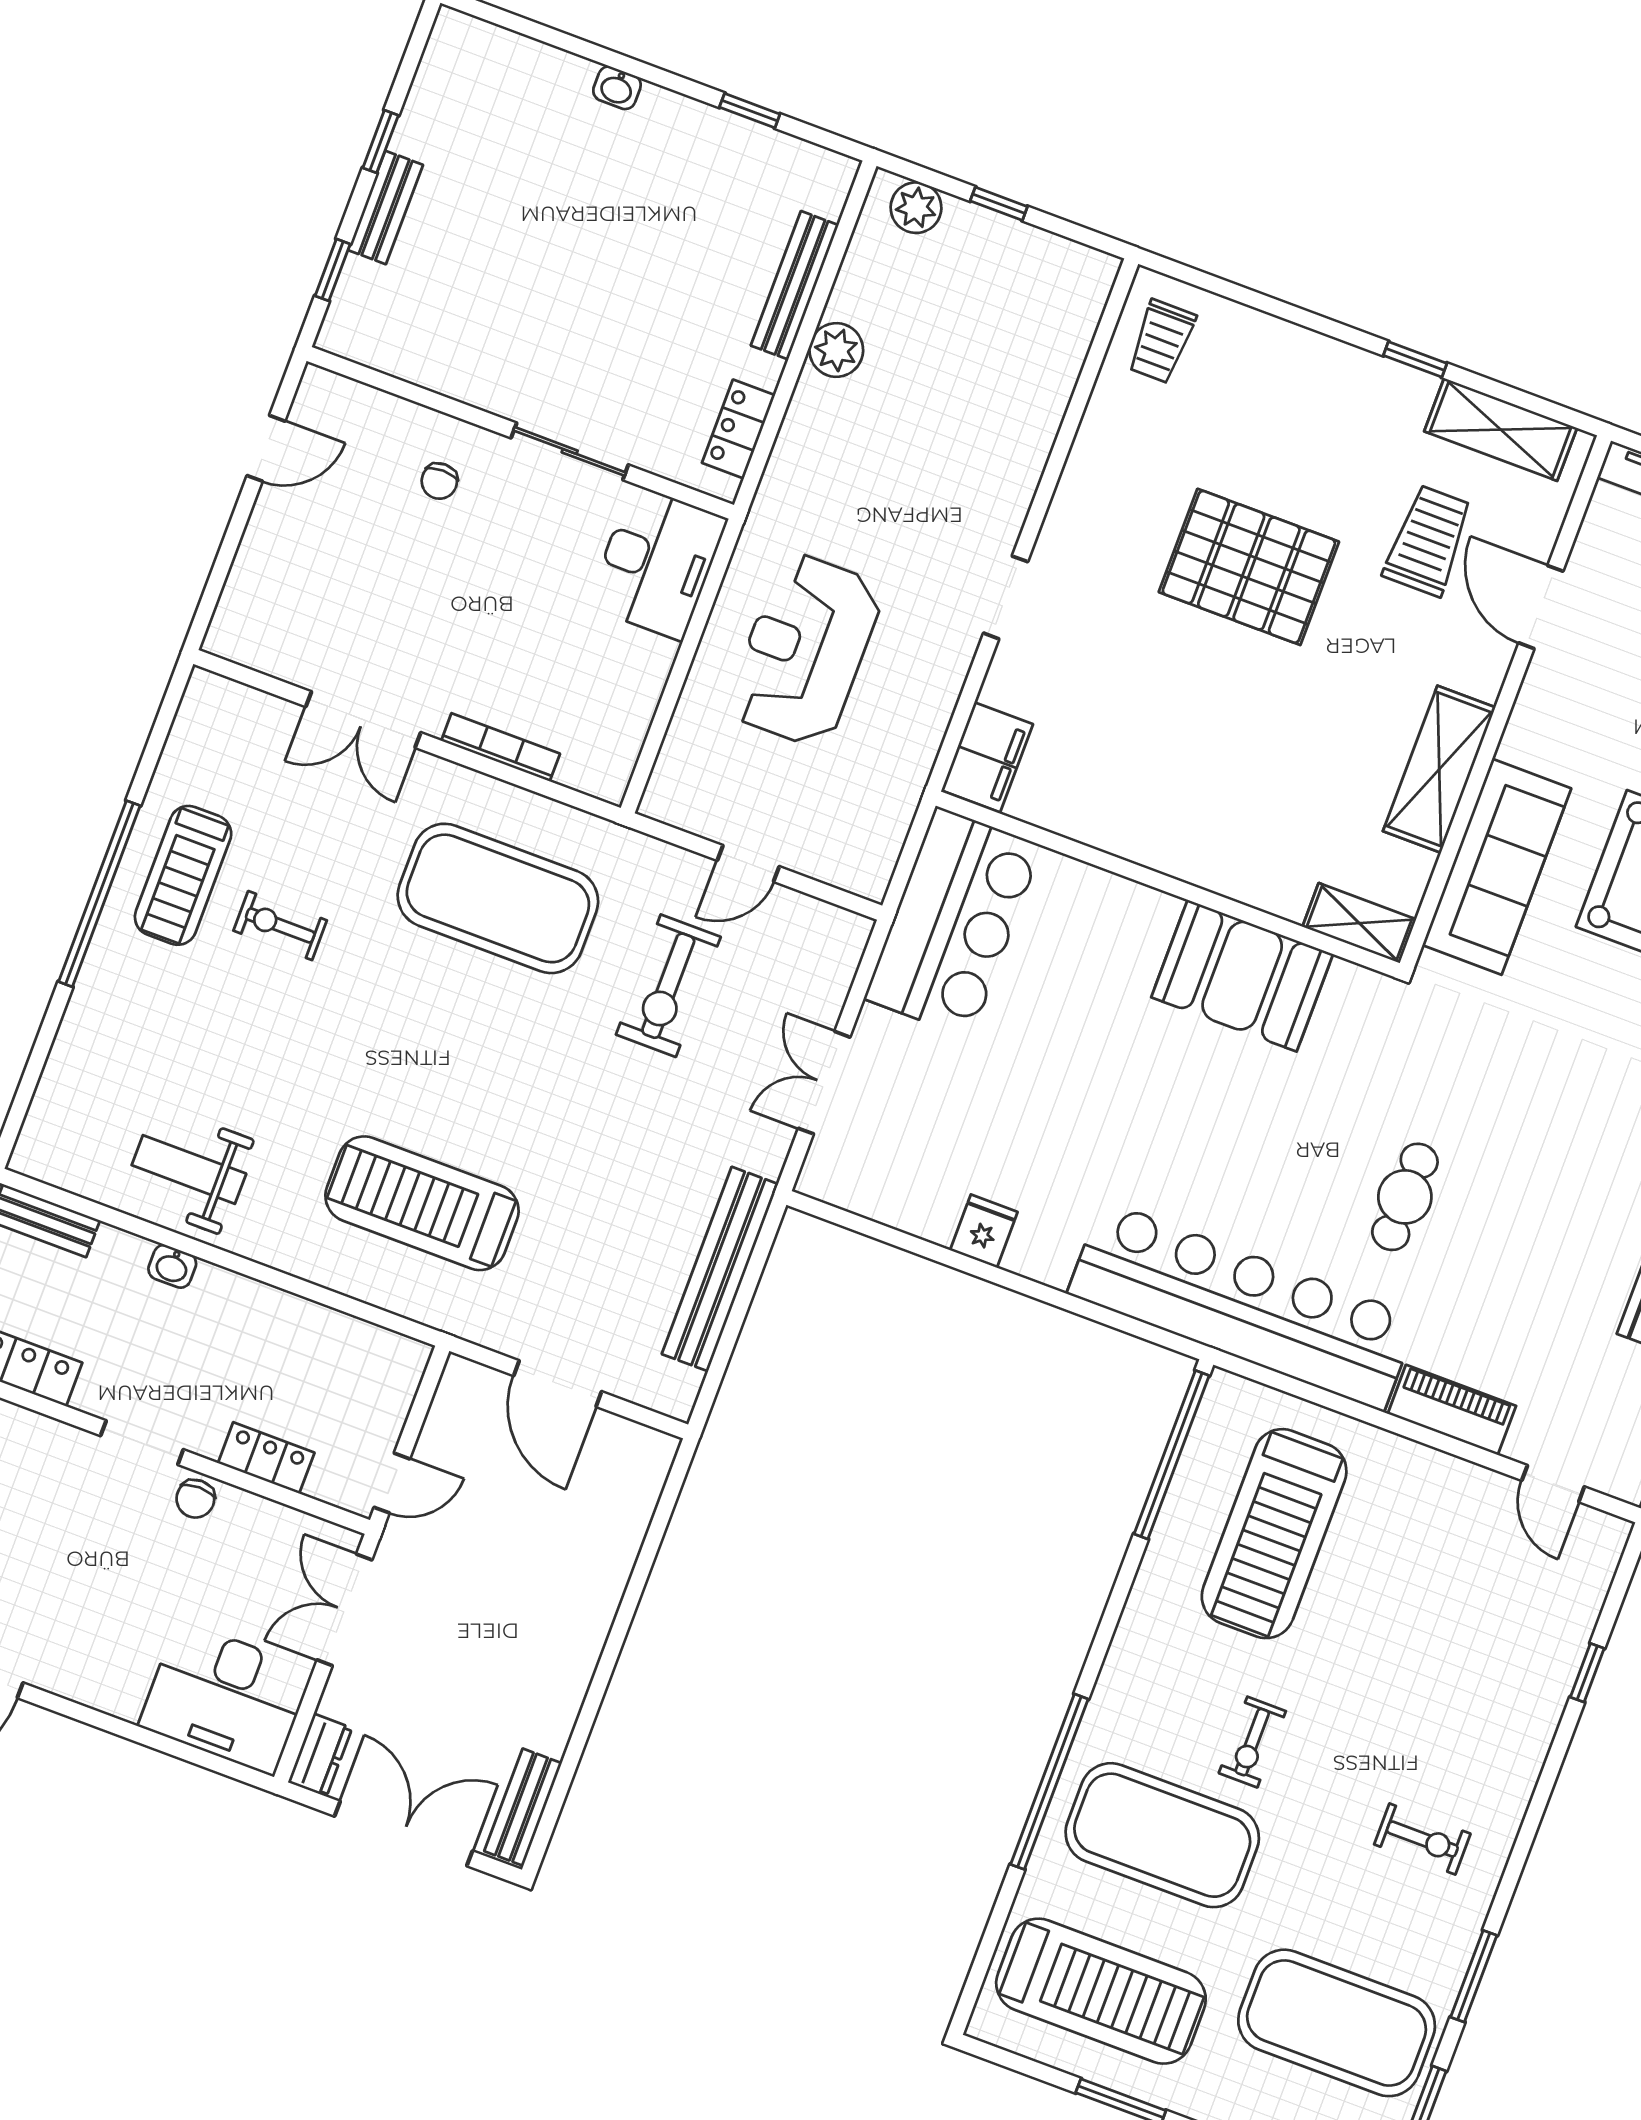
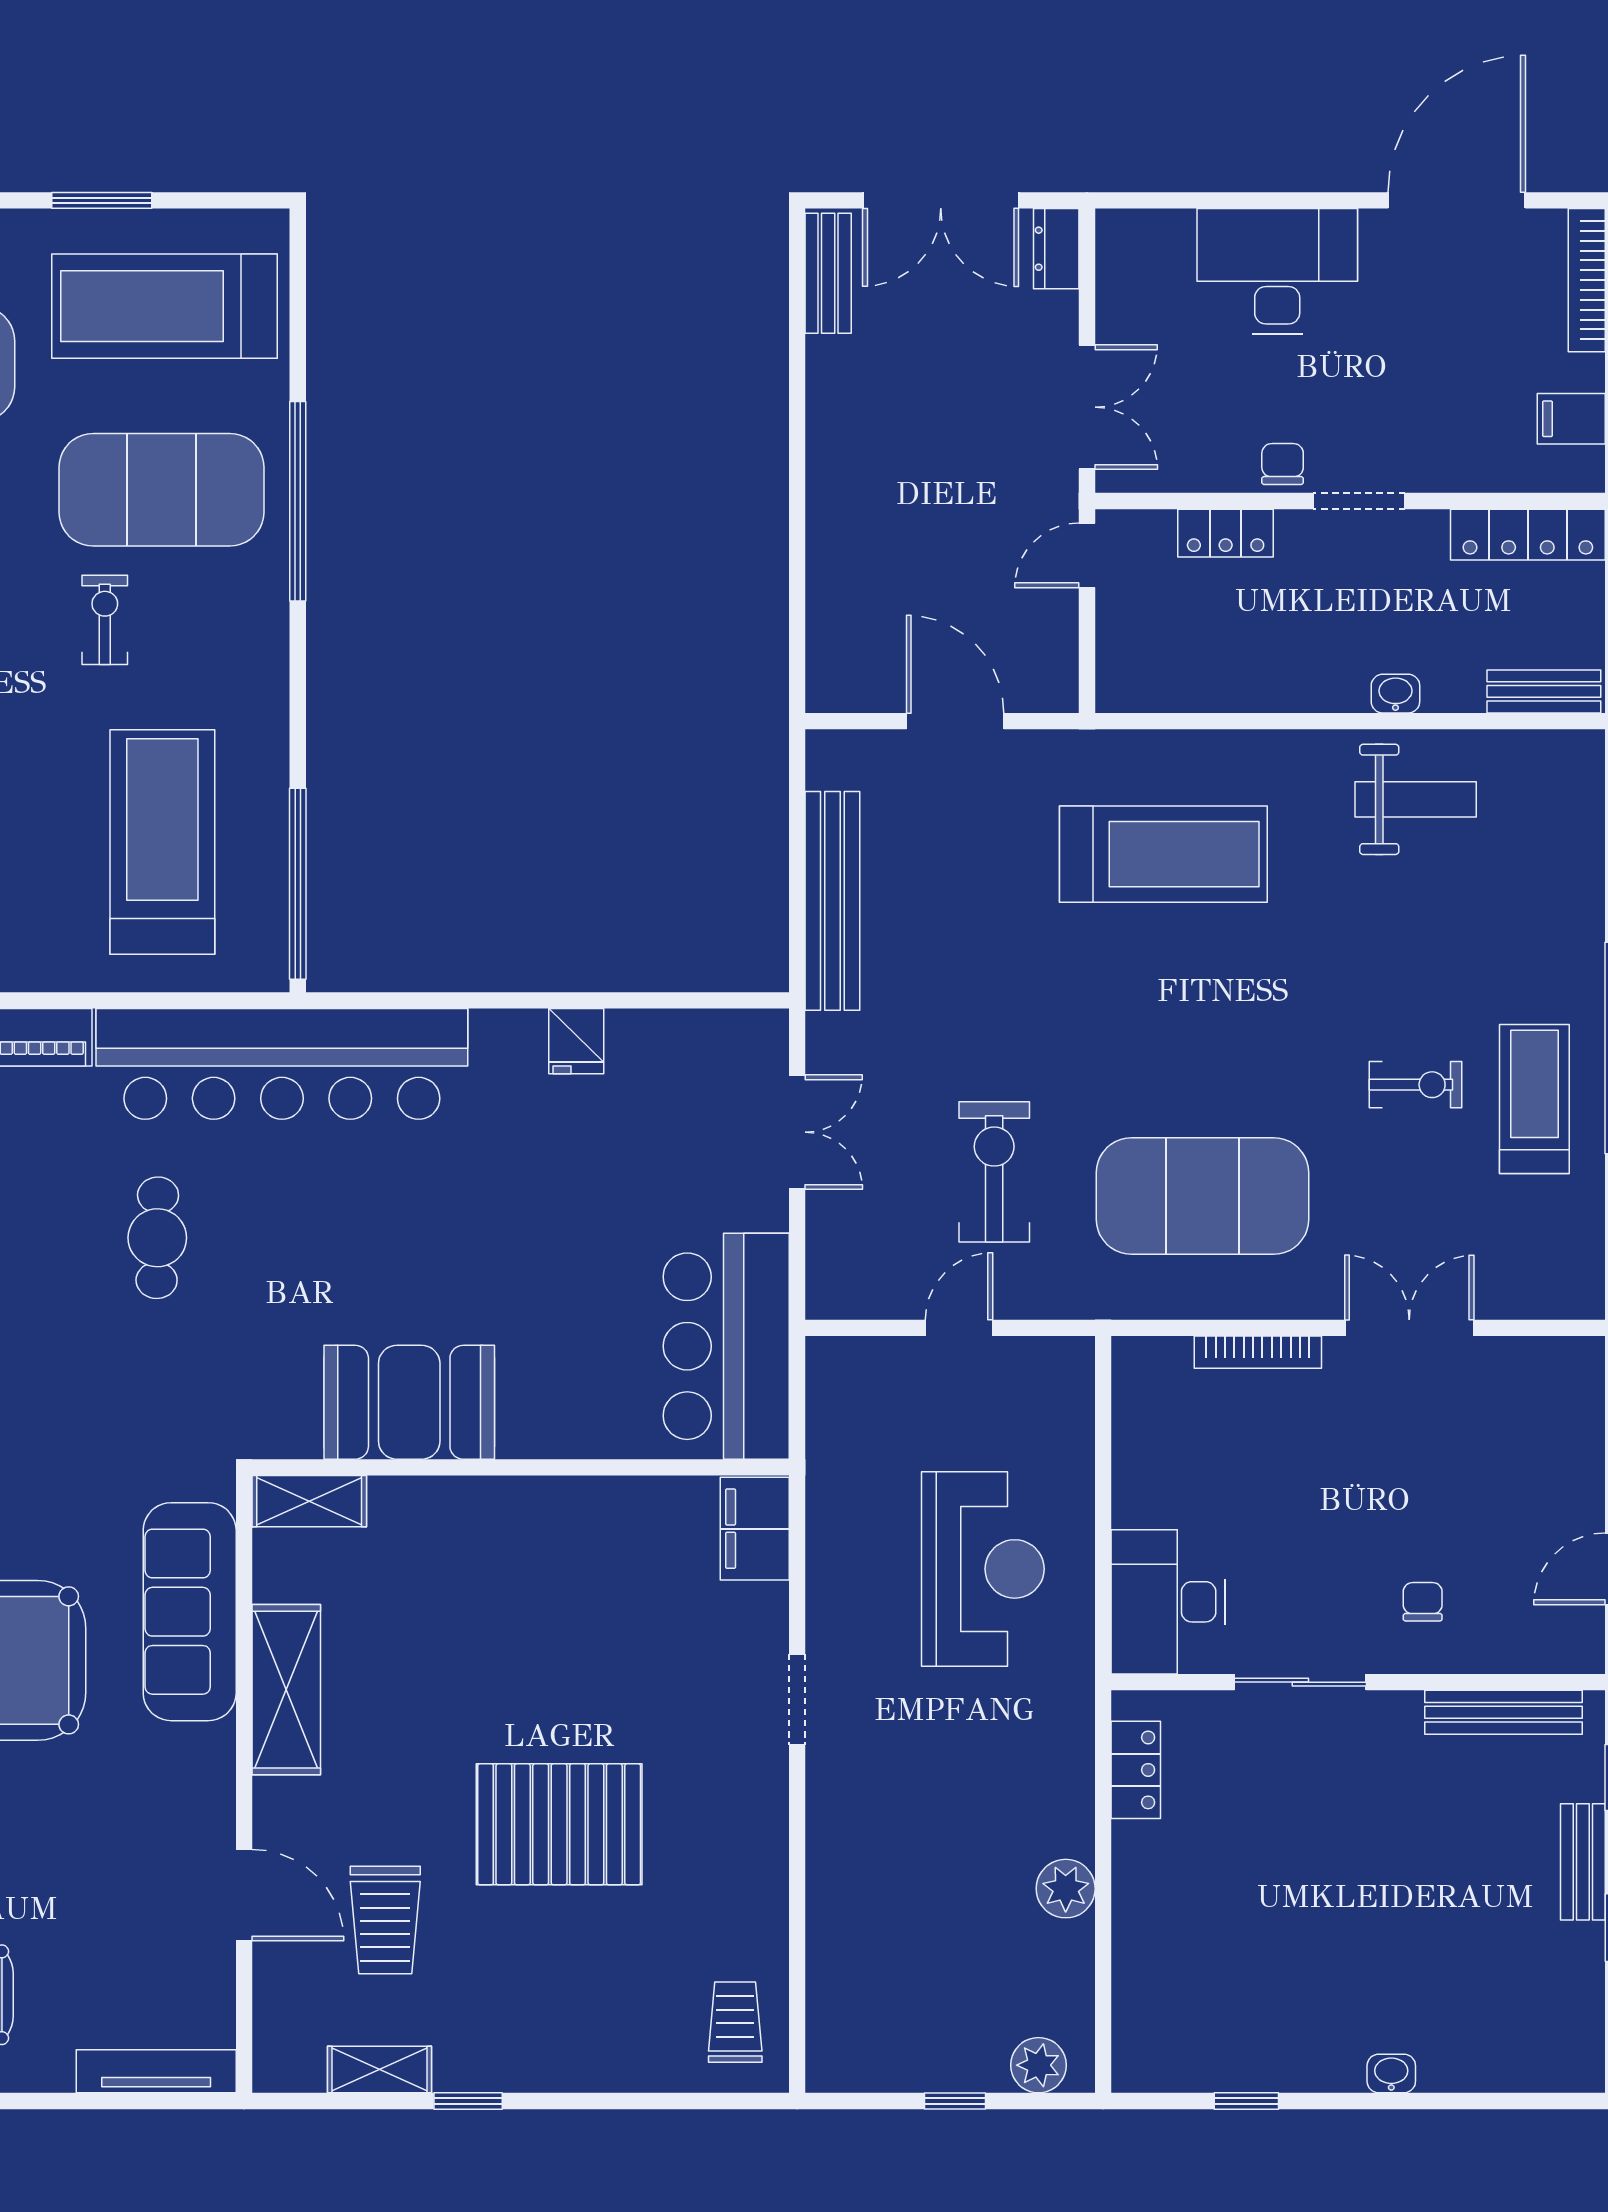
bench: (795, 285) -> (1504, 1712), moved, turned 90
shelving: (1501, 430) -> (379, 2070), width x0.67, depth x0.75
desk: (226, 1698) -> (1277, 271), moved

